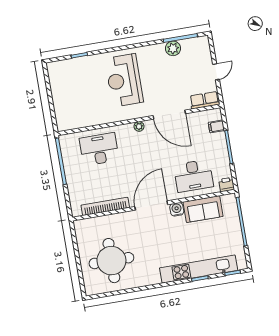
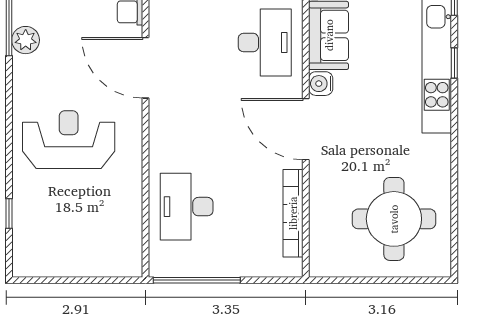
reception desk: (124, 80) -> (69, 140), turned 180
door: (169, 115) -> (145, 68), swing flipped
plant: (139, 126) -> (157, 127), removed

